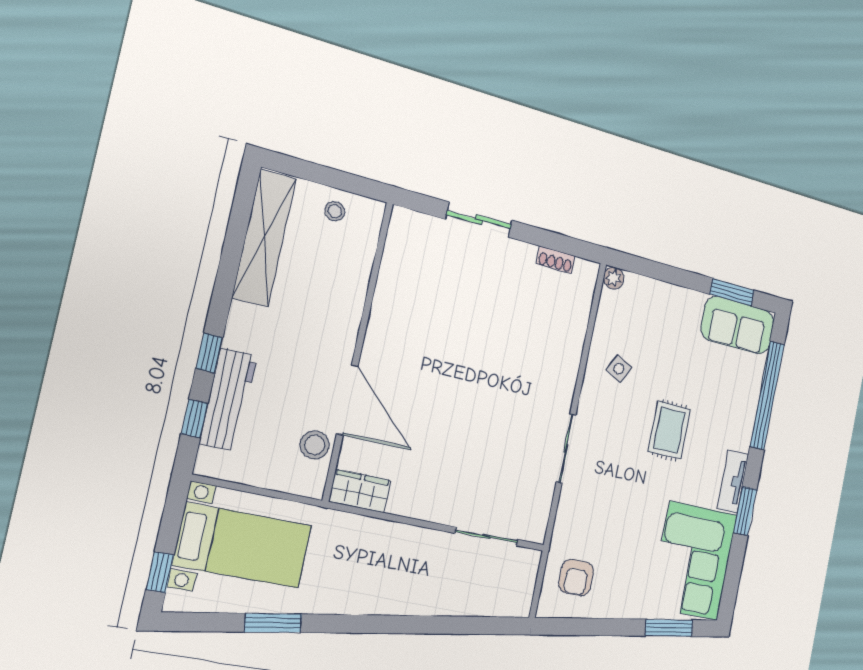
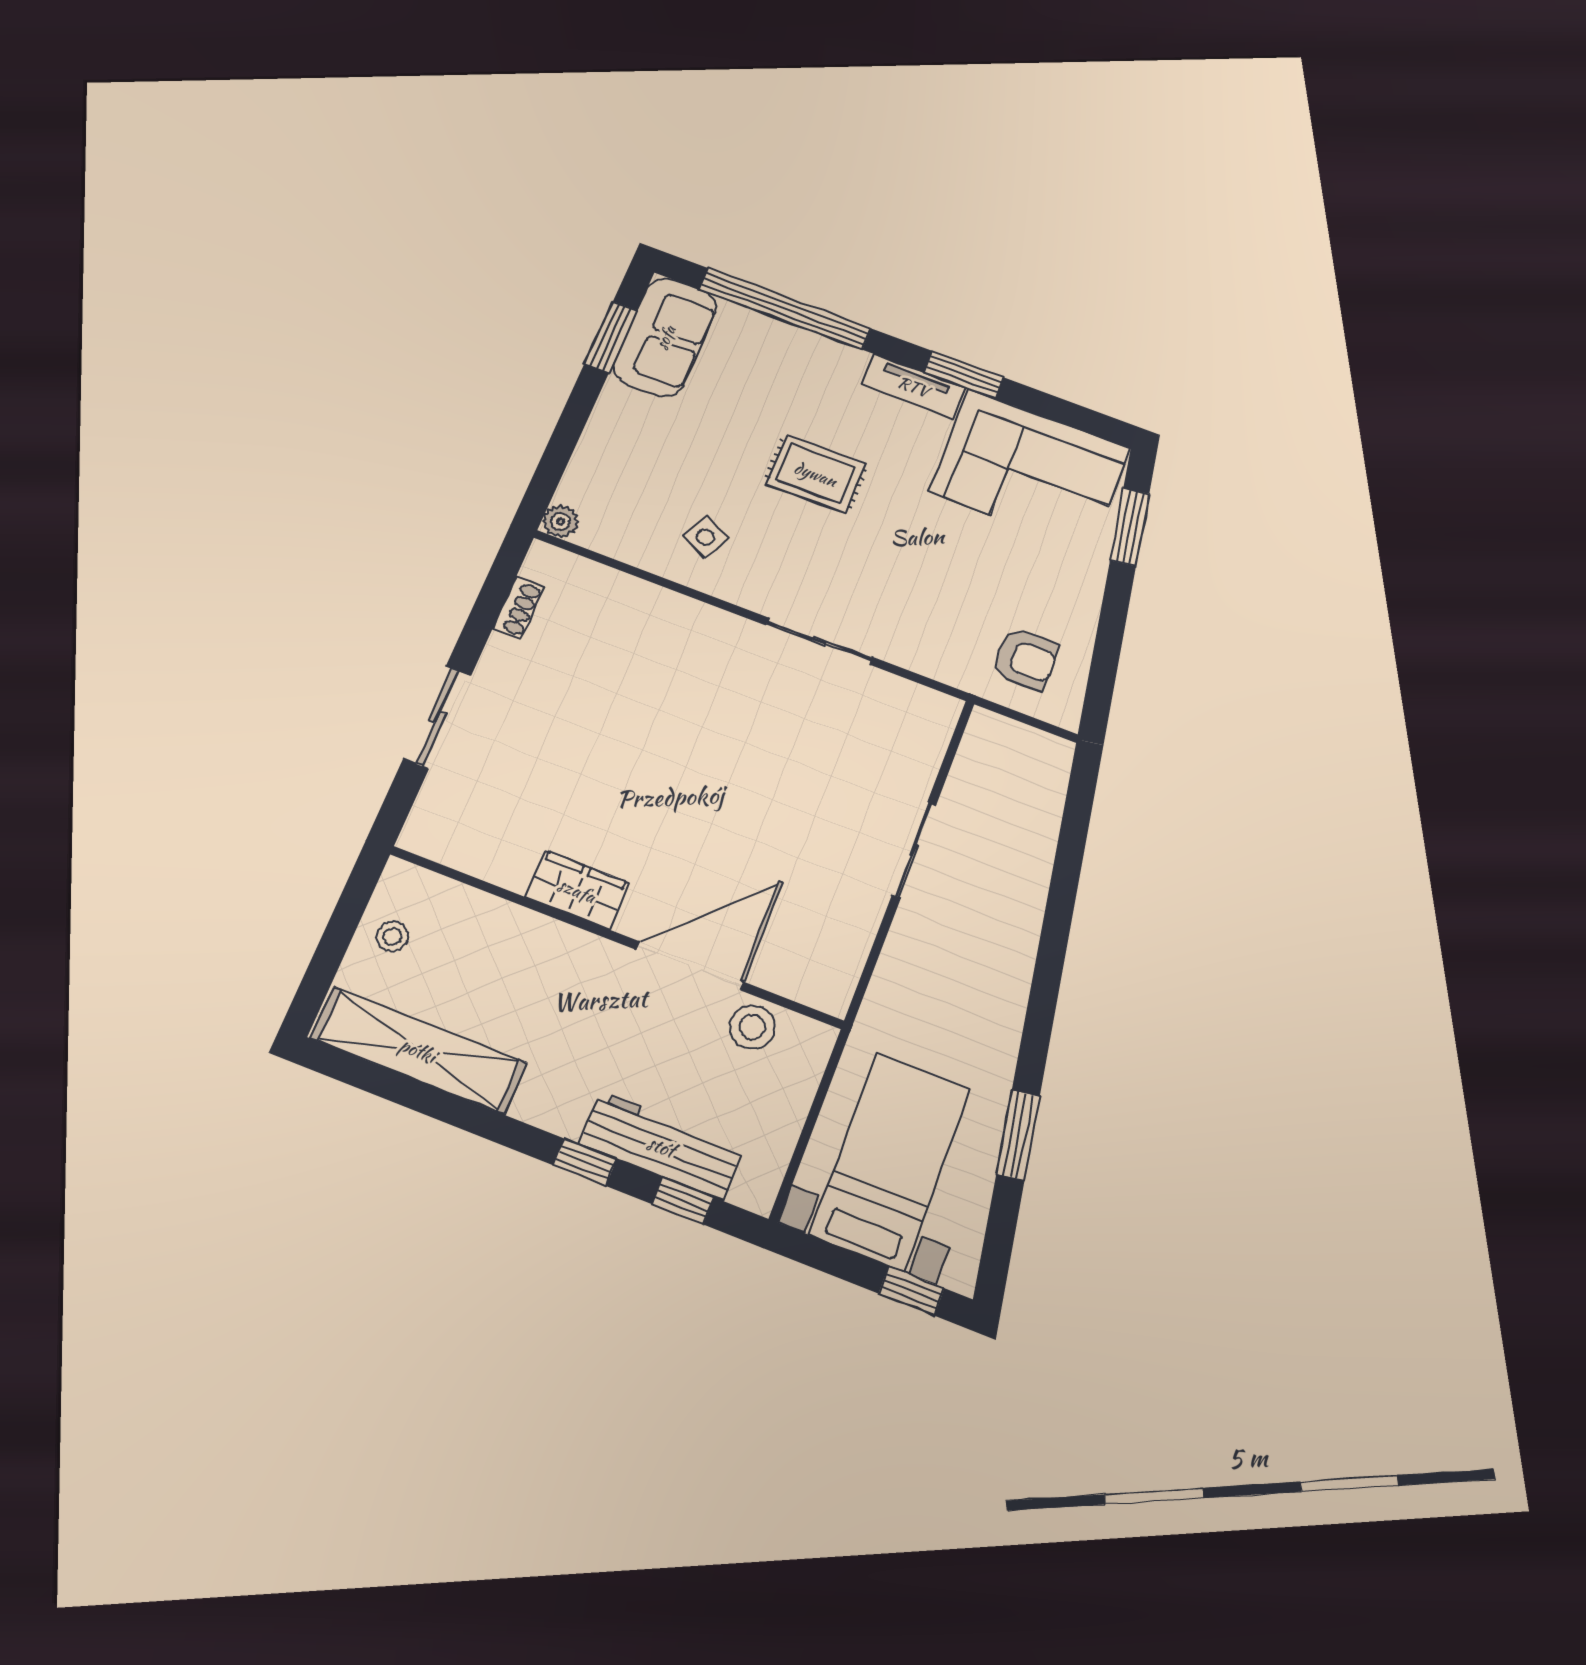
wardrobe: (360, 491) -> (577, 890), moved, turned 90
sliding door: (486, 536) -> (914, 850), moved

